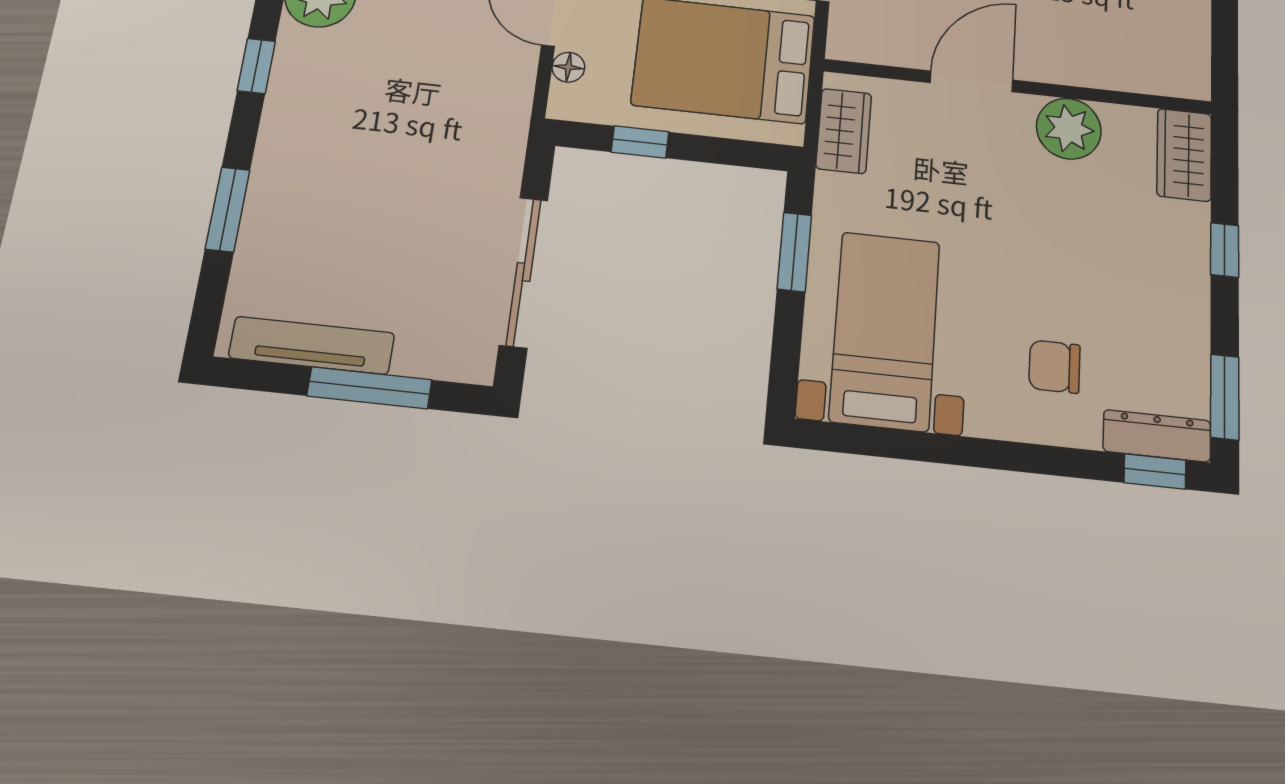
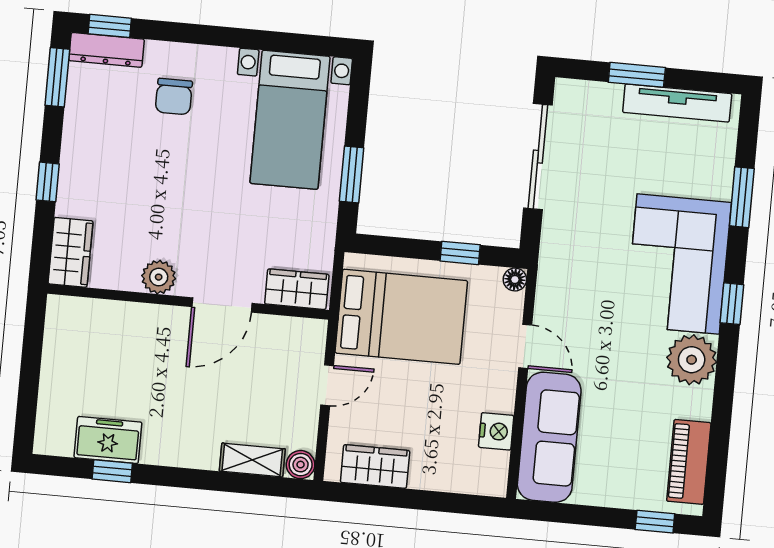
floor lamp: (568, 67) -> (515, 279), moved
corner sofa: (329, 120) -> (678, 264), added
plant: (1069, 129) -> (159, 277), width x0.73, depth x0.73
wardrobe: (844, 131) -> (297, 289), moved, turned 90
chair: (1055, 367) -> (174, 97), turned 90
window: (369, 388) -> (637, 75), width x0.69

